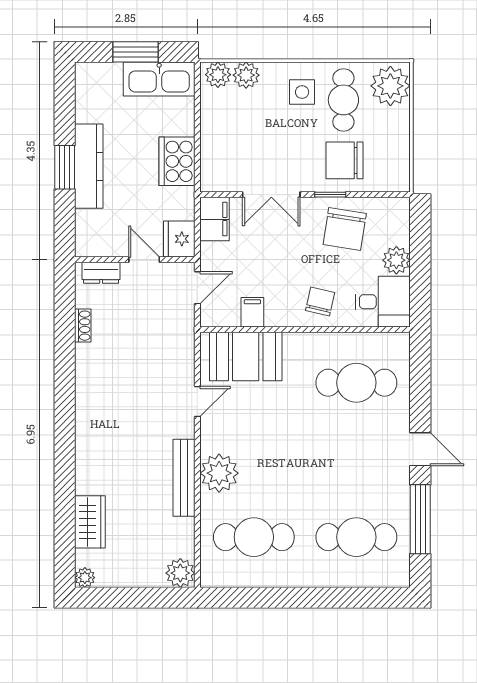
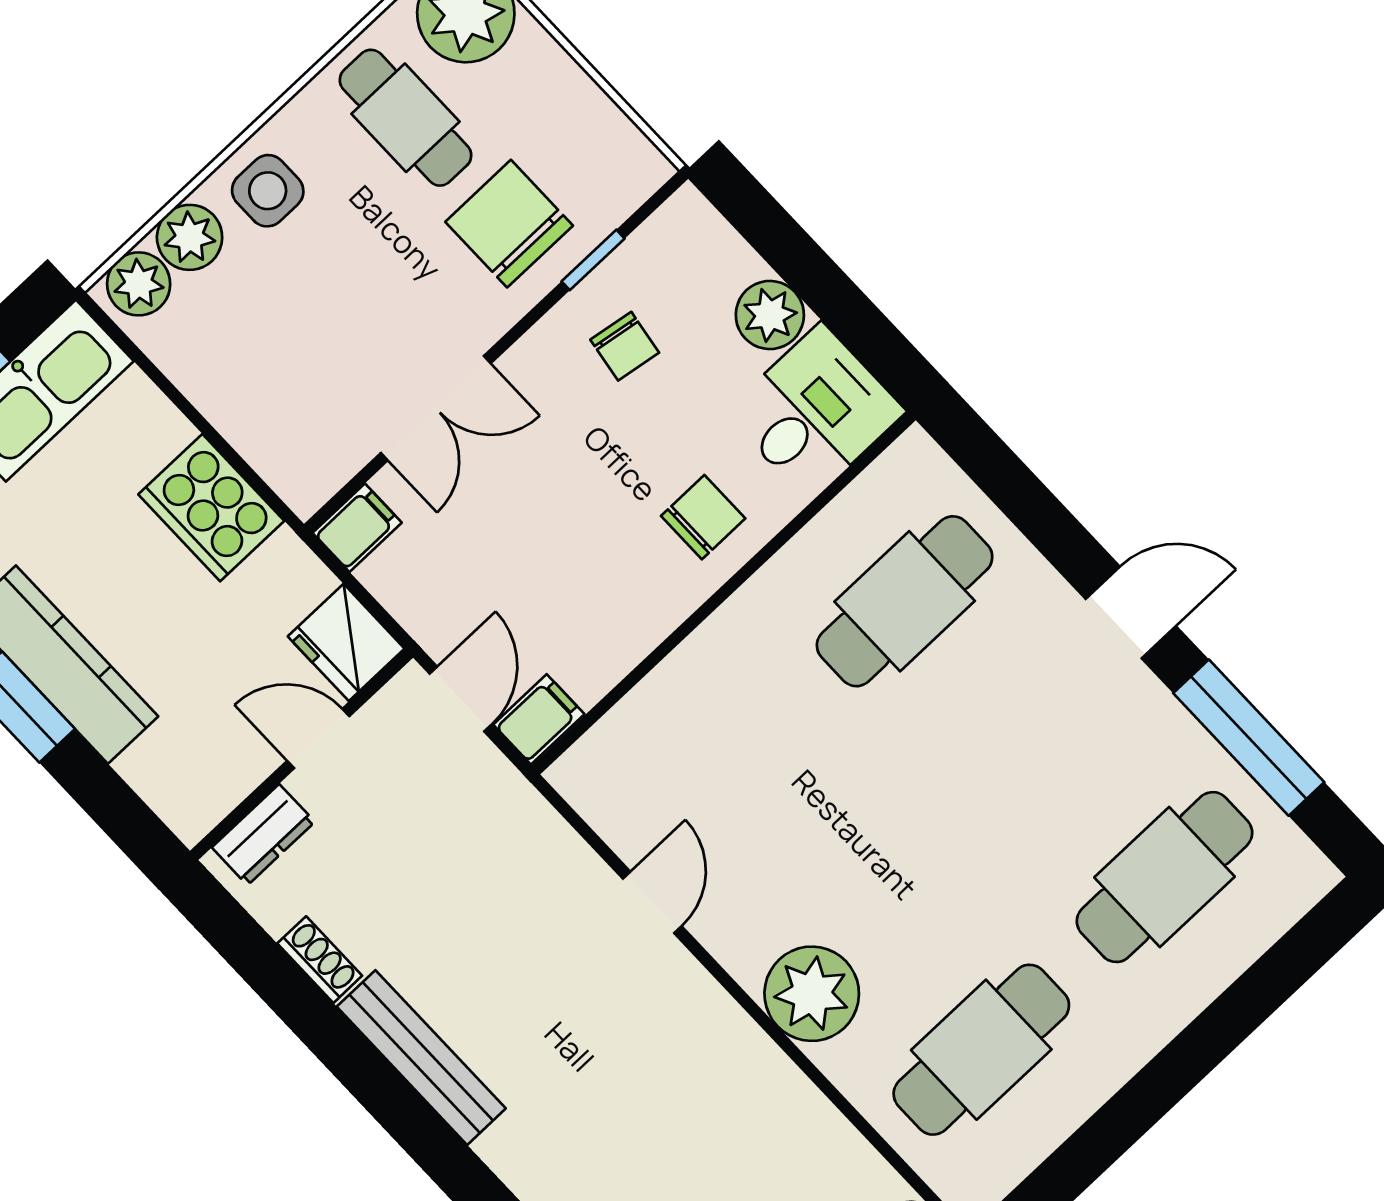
side table: (302, 92) -> (268, 191), moved
chair: (345, 160) -> (509, 224), turned 90
window: (330, 195) -> (593, 260), moved
filing cabinet: (215, 219) -> (357, 528), width x0.50
chair: (345, 229) -> (625, 346), width x0.54, depth x0.54
chair: (320, 302) -> (703, 517), turned 77
filing cabinet: (252, 312) -> (539, 719), moved, turned 90
booth: (246, 357) -> (663, 741), removed
bench: (184, 478) -> (421, 1058), moved

